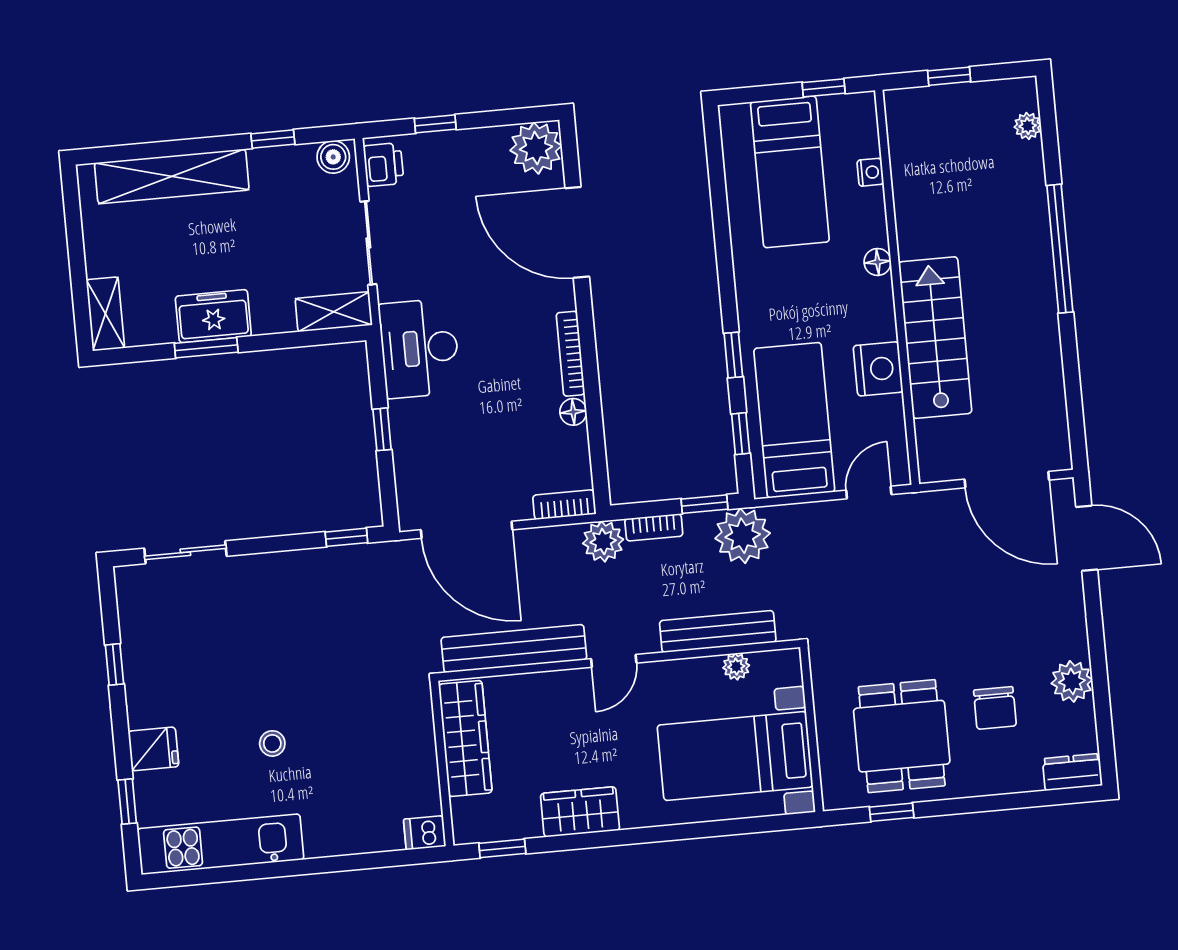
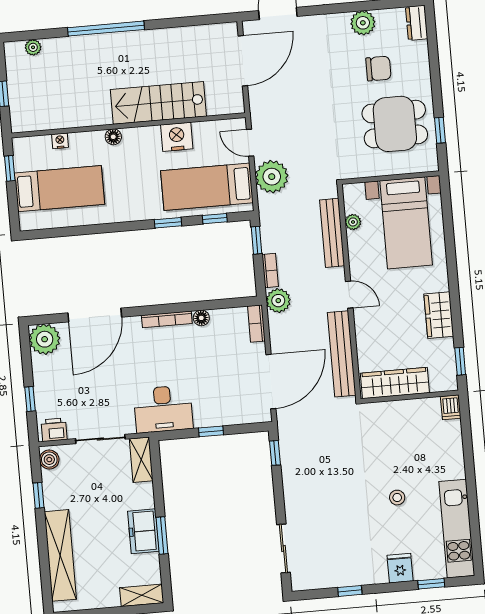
plant: (743, 536) -> (272, 177), moved

